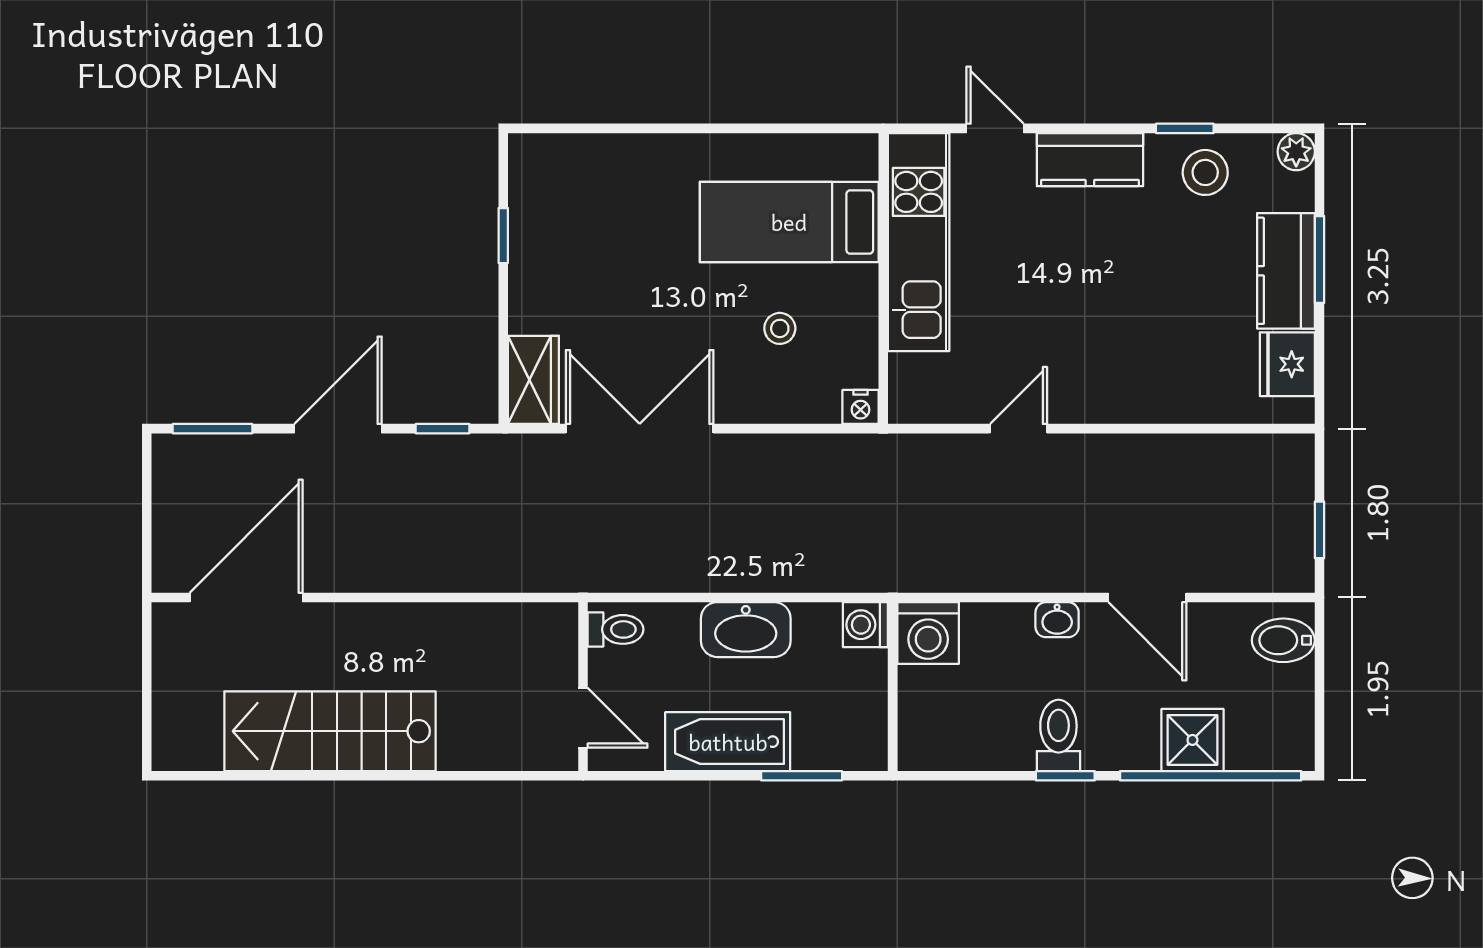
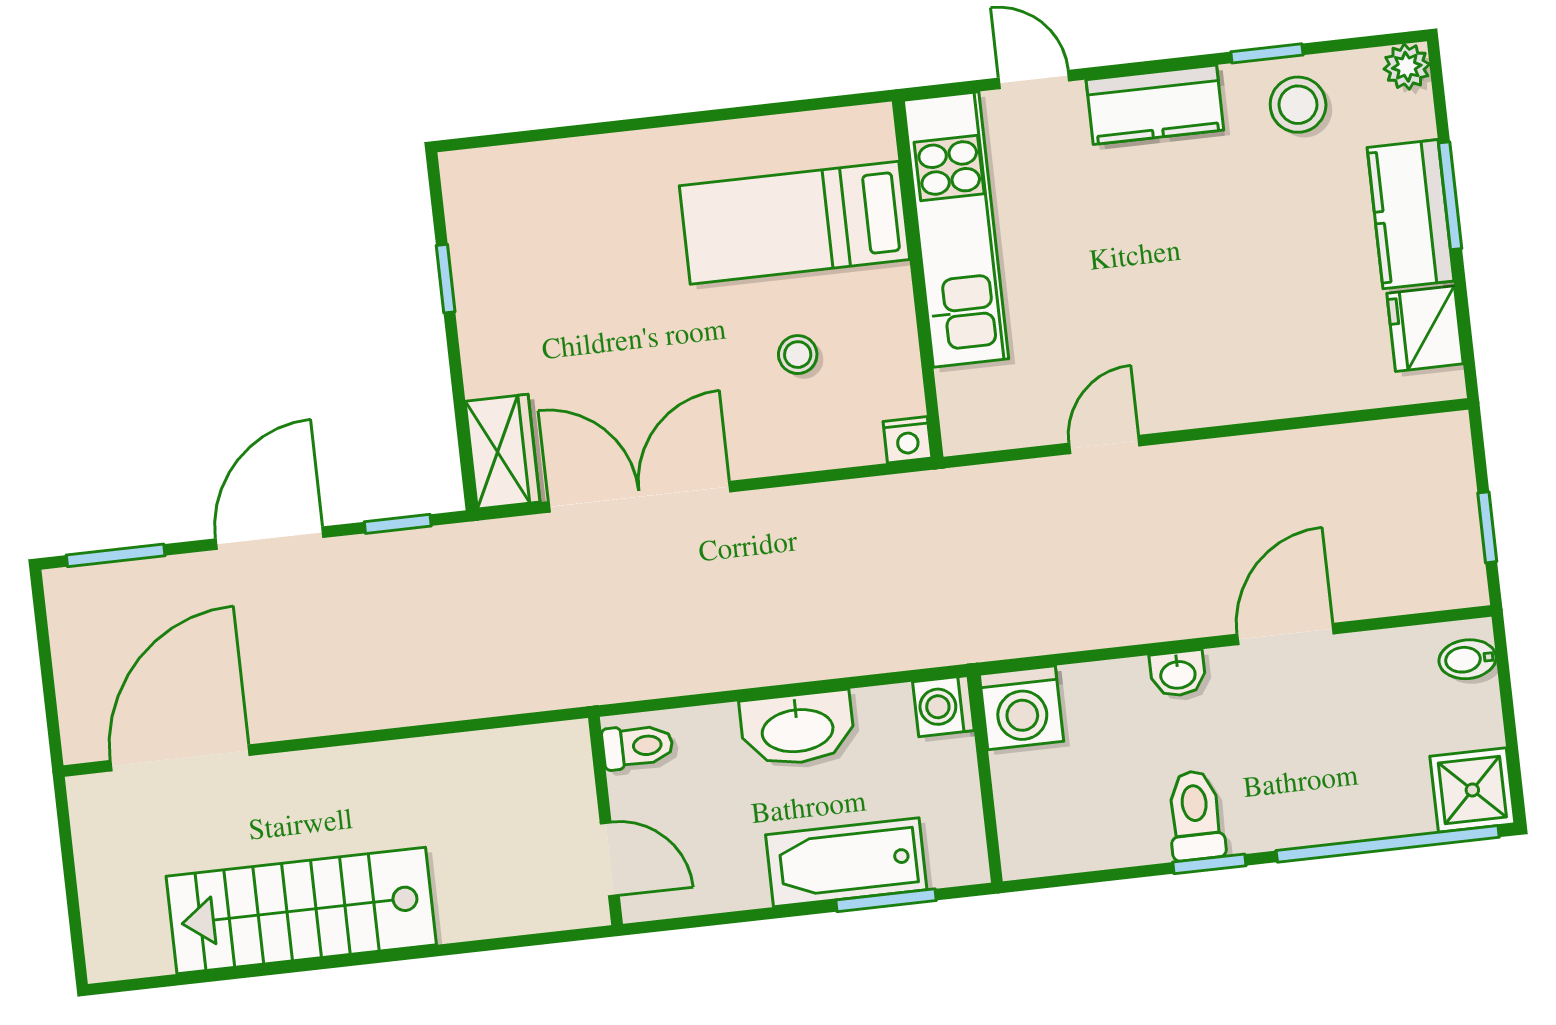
door: (1147, 597) -> (1286, 634), swing flipped
bidet: (1283, 640) -> (1468, 659), width x0.72, depth x0.74
shower: (1192, 740) -> (1472, 790), moved
bathtub: (728, 742) -> (846, 862), moved

